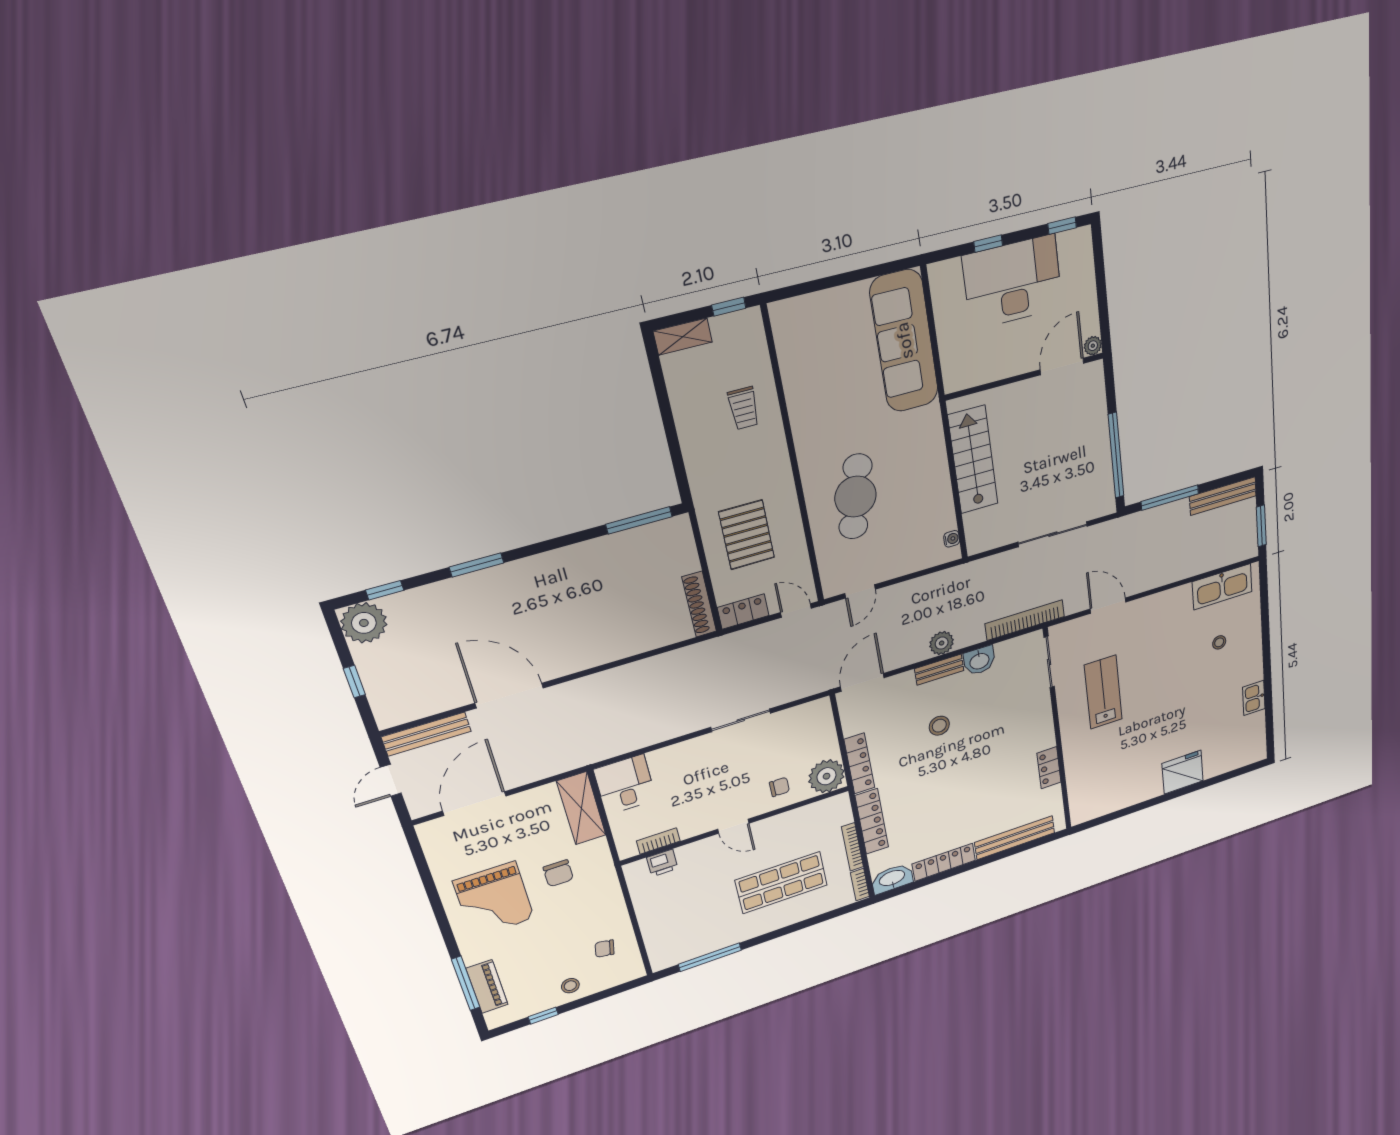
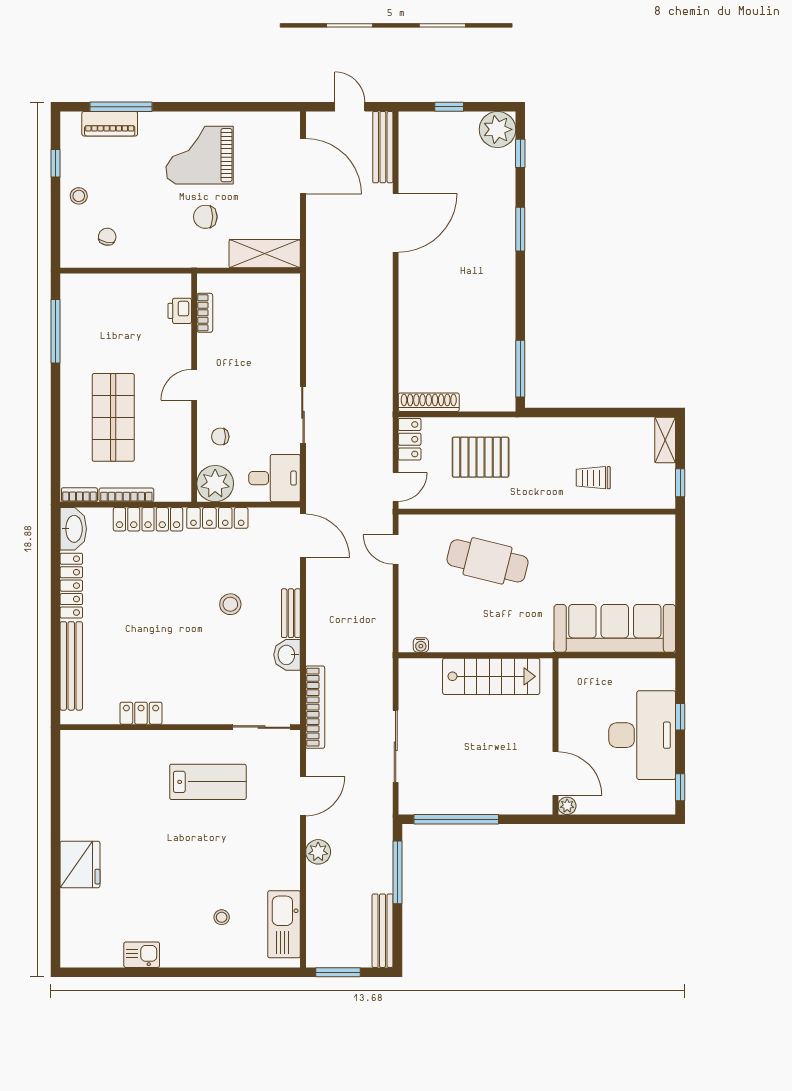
plant: (942, 643) -> (318, 852), moved
desk: (625, 785) -> (275, 478), moved
chair: (779, 787) -> (220, 437), turned 90

